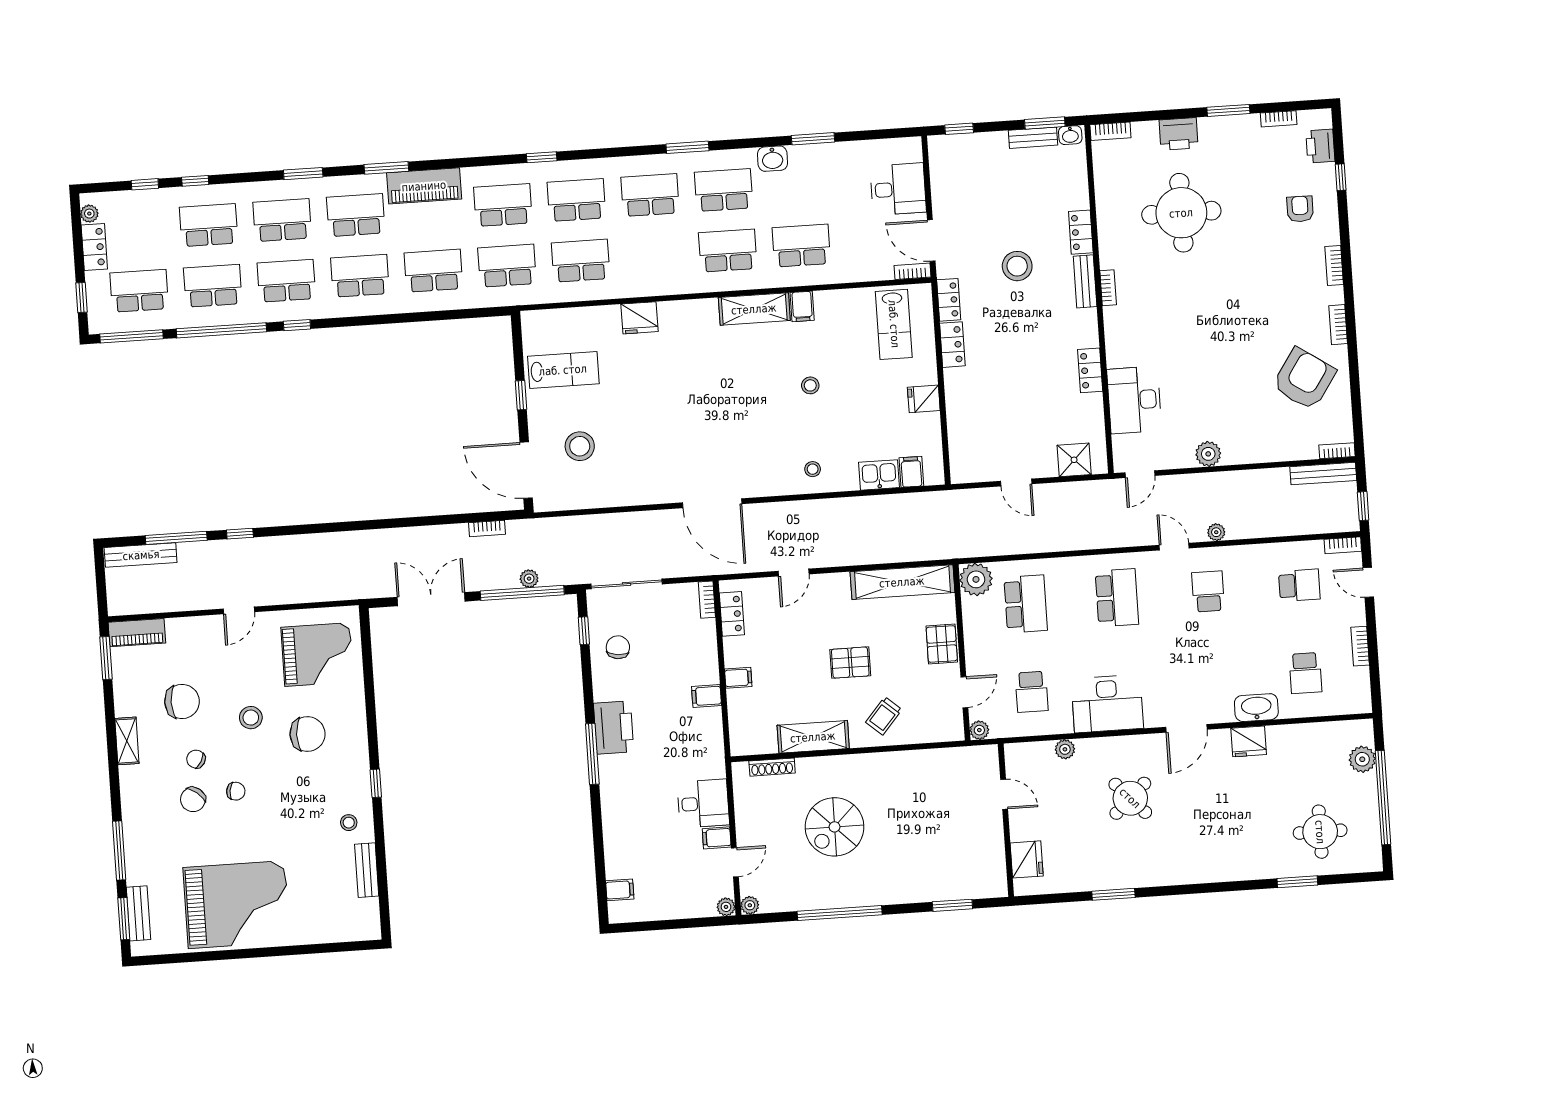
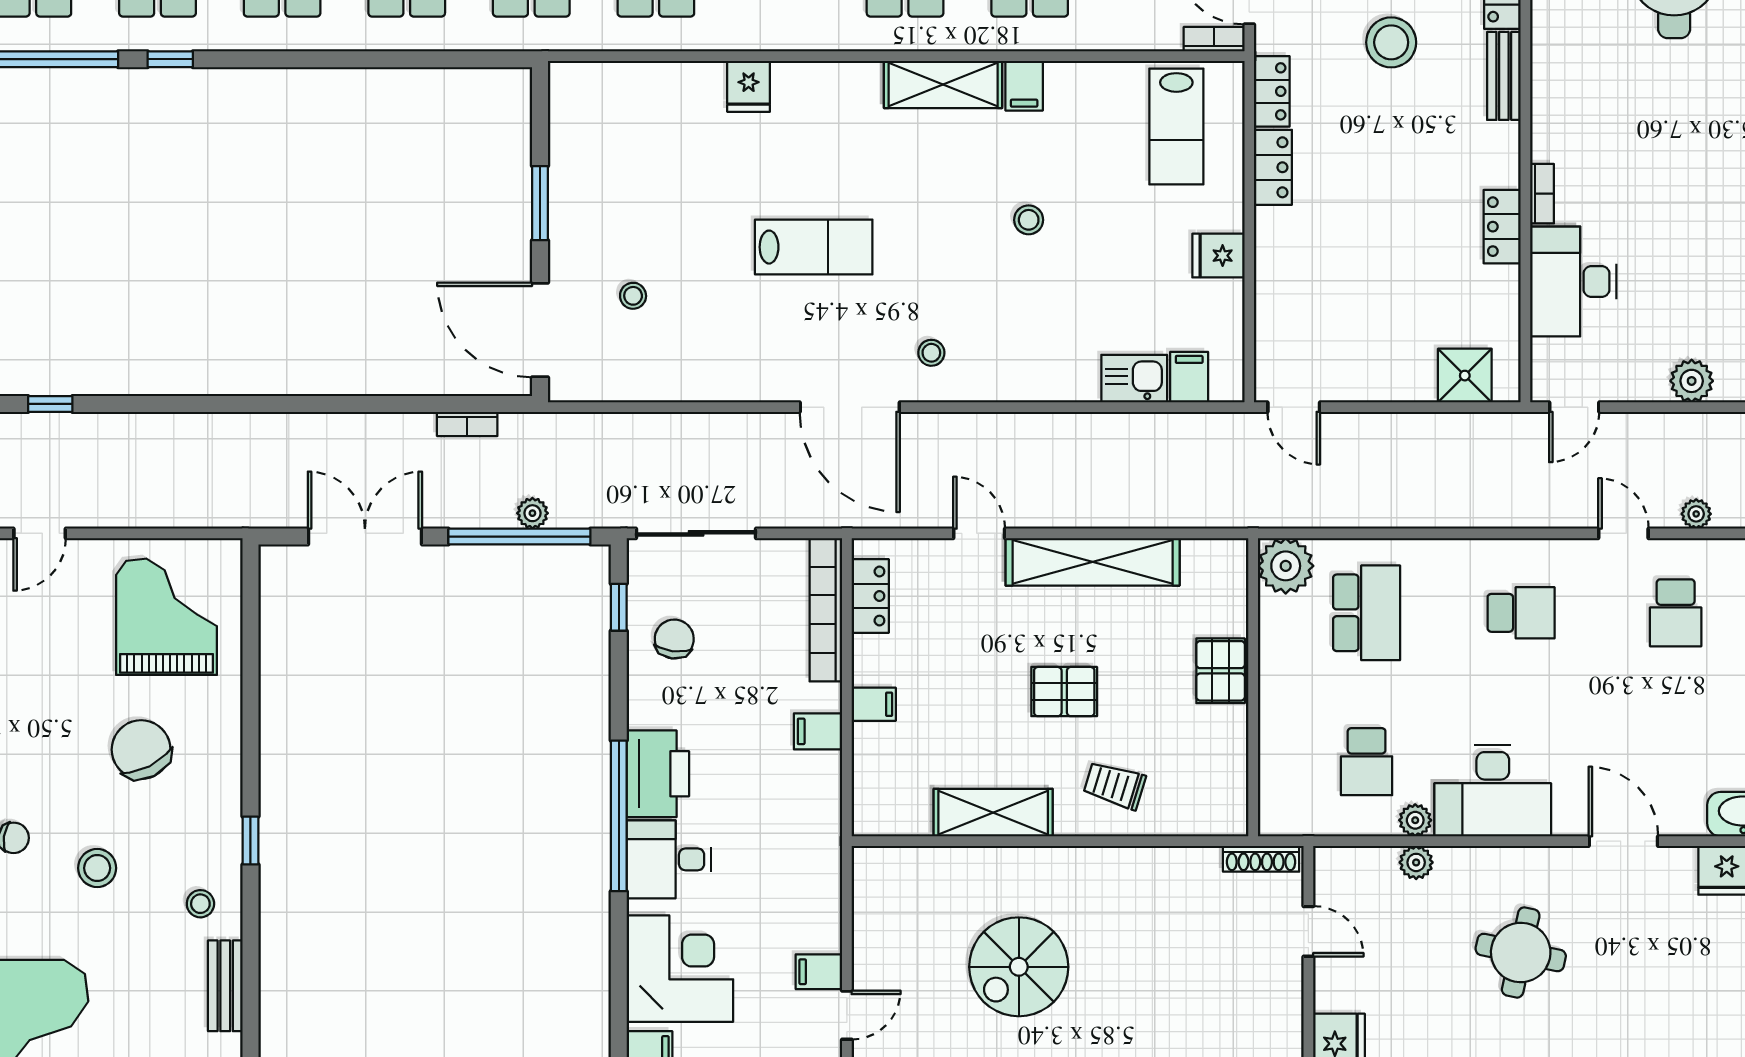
bookcase: (1108, 288) -> (1542, 194), moved
fridge: (639, 318) -> (749, 86), width x0.72
lab bench: (563, 370) -> (814, 247), moved
window: (521, 395) -> (540, 203), width x1.50
stool: (580, 446) -> (633, 296), width x0.53, depth x0.53
stool: (813, 469) -> (931, 353), moved
door: (1016, 483) -> (1294, 407), moved
door: (794, 573) -> (979, 533), swing flipped
shelving: (902, 582) -> (1093, 562), moved
school desk: (1208, 591) -> (1676, 613), turned 180
school desk: (1117, 598) -> (1521, 613), width x0.54
bookcase: (707, 600) -> (826, 610), width x2.31, depth x1.31
grand piano: (317, 655) -> (167, 617), turned -90
door: (964, 692) -> (1253, 755), removed
trolley: (884, 716) -> (1115, 785), turned 66
stool: (251, 718) -> (97, 868), moved
door: (1186, 728) -> (1623, 841), swing flipped
plant: (979, 730) -> (1415, 820), moved
chair: (307, 734) -> (141, 750), turned -118
window: (592, 754) -> (619, 816), width x1.46
shoe rack: (772, 767) -> (1261, 859), moved
round table: (1130, 798) -> (1521, 953), turned -35
desk: (703, 803) -> (669, 859), moved, turned 180
corner desk: (635, 842) -> (680, 969), added

